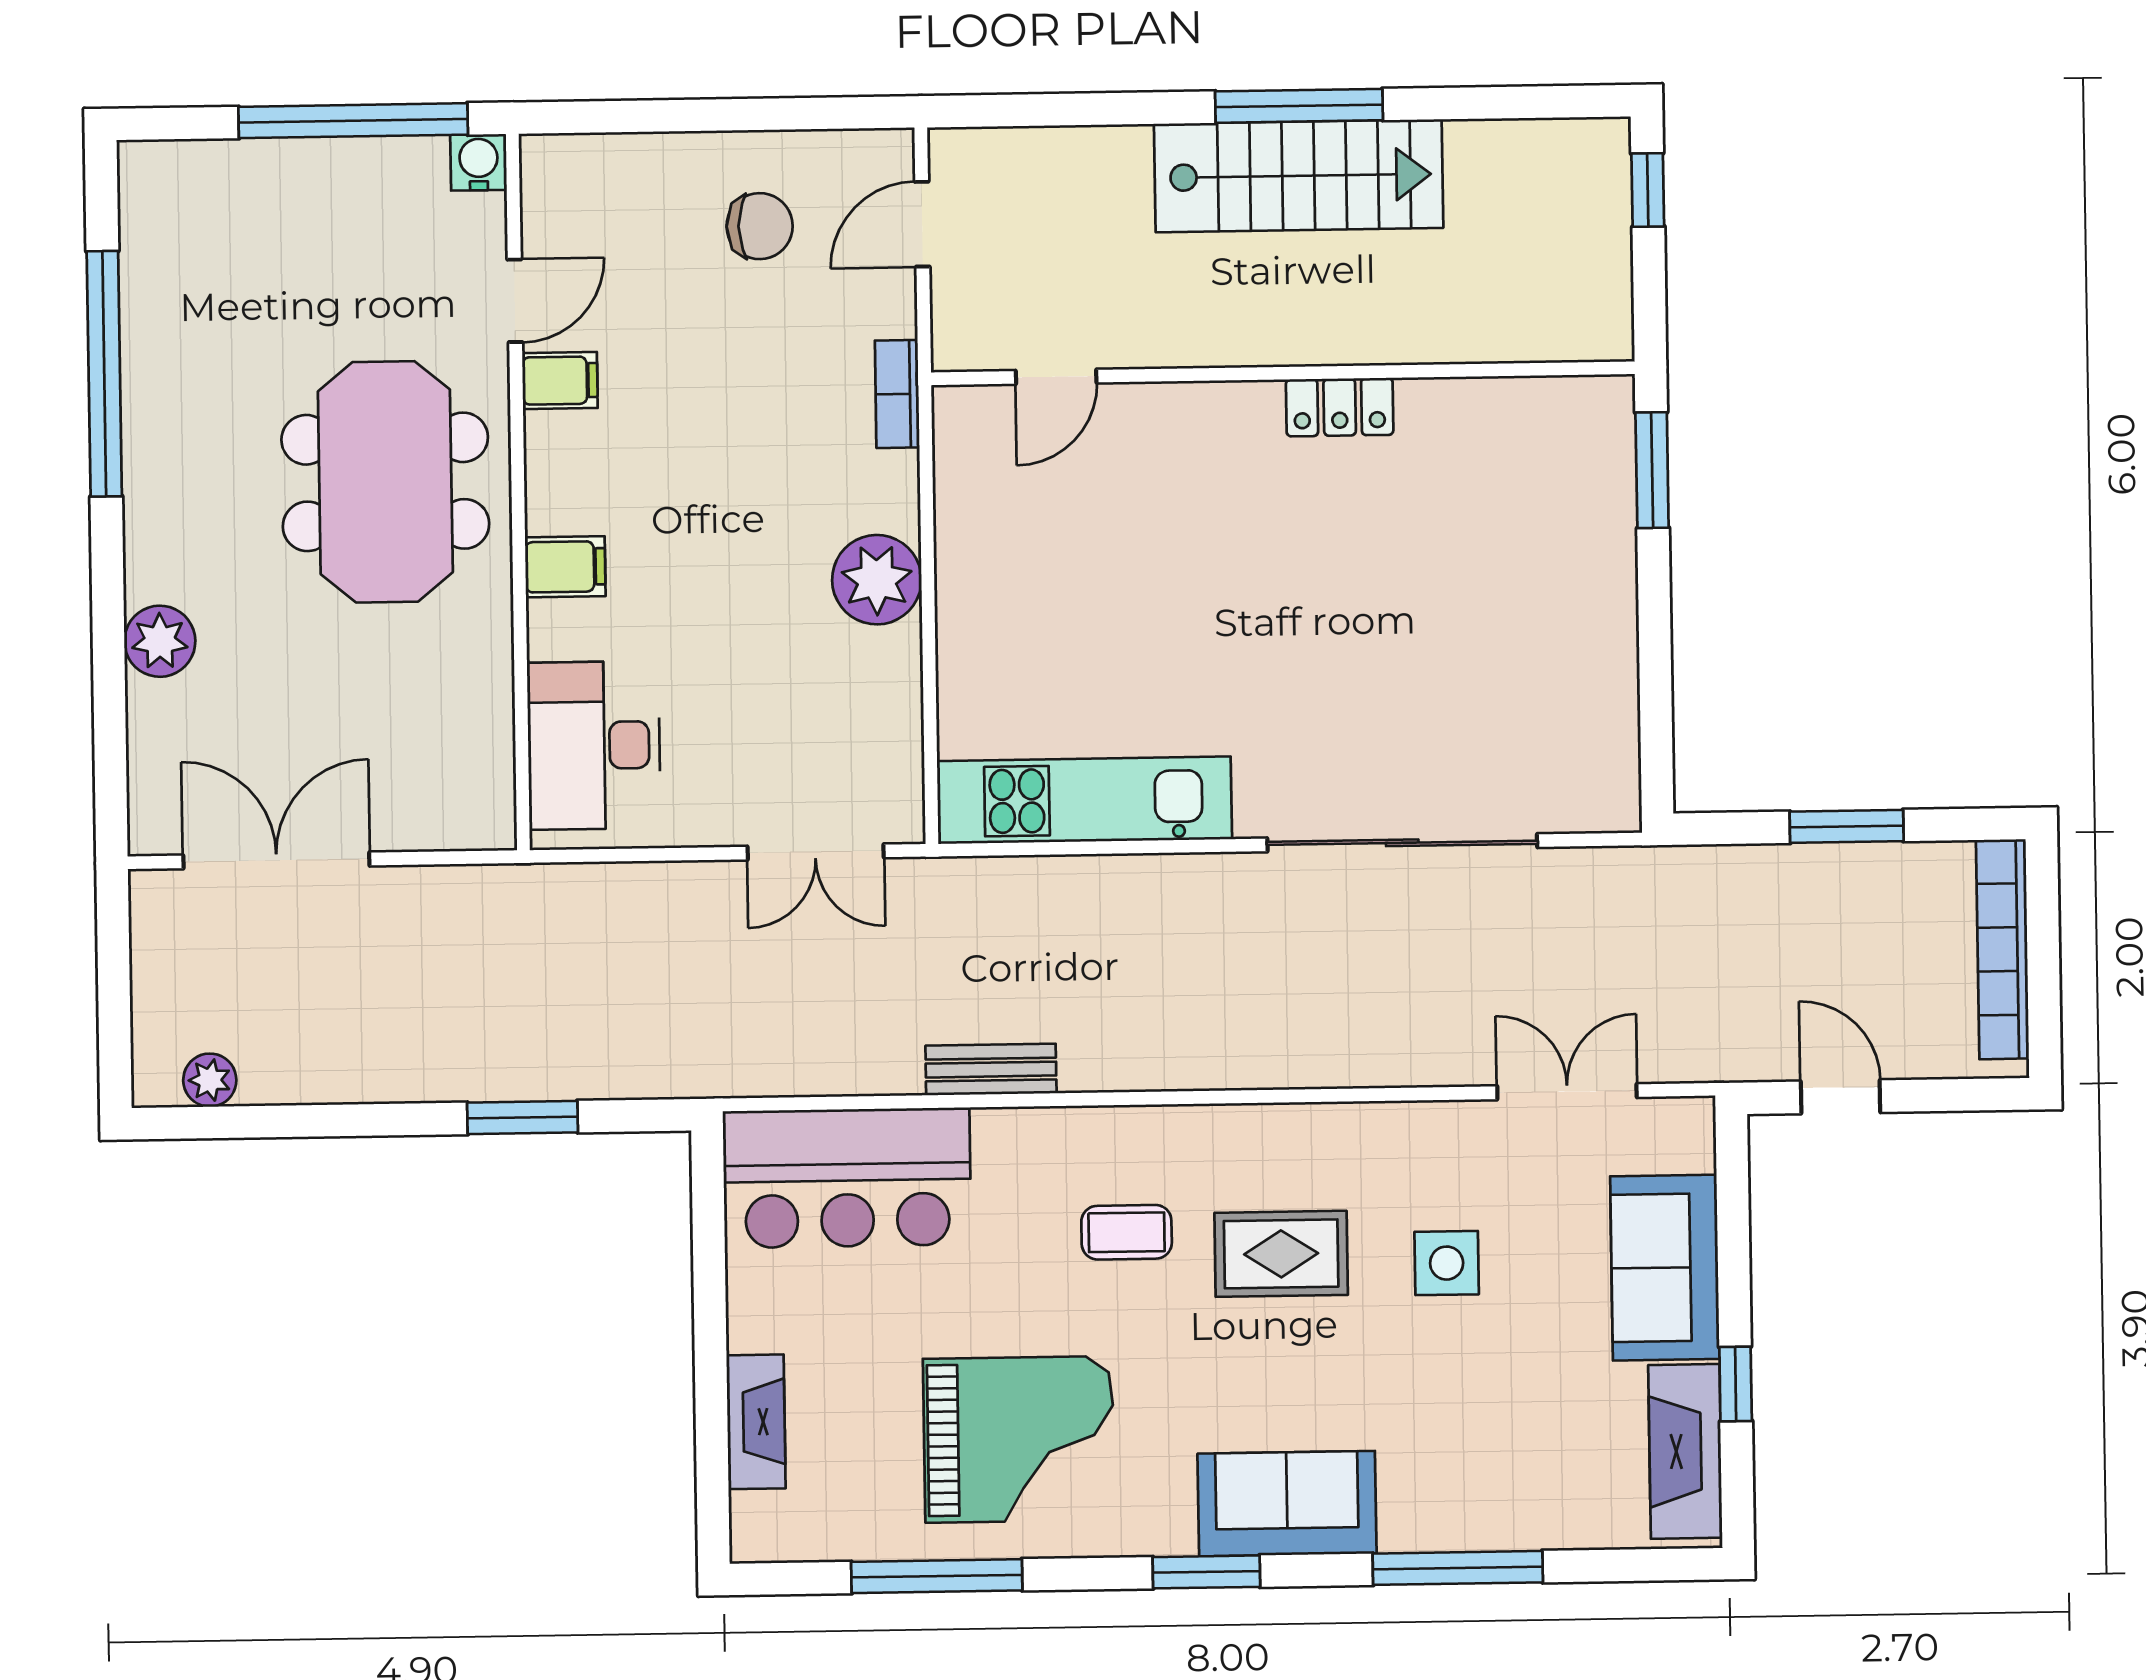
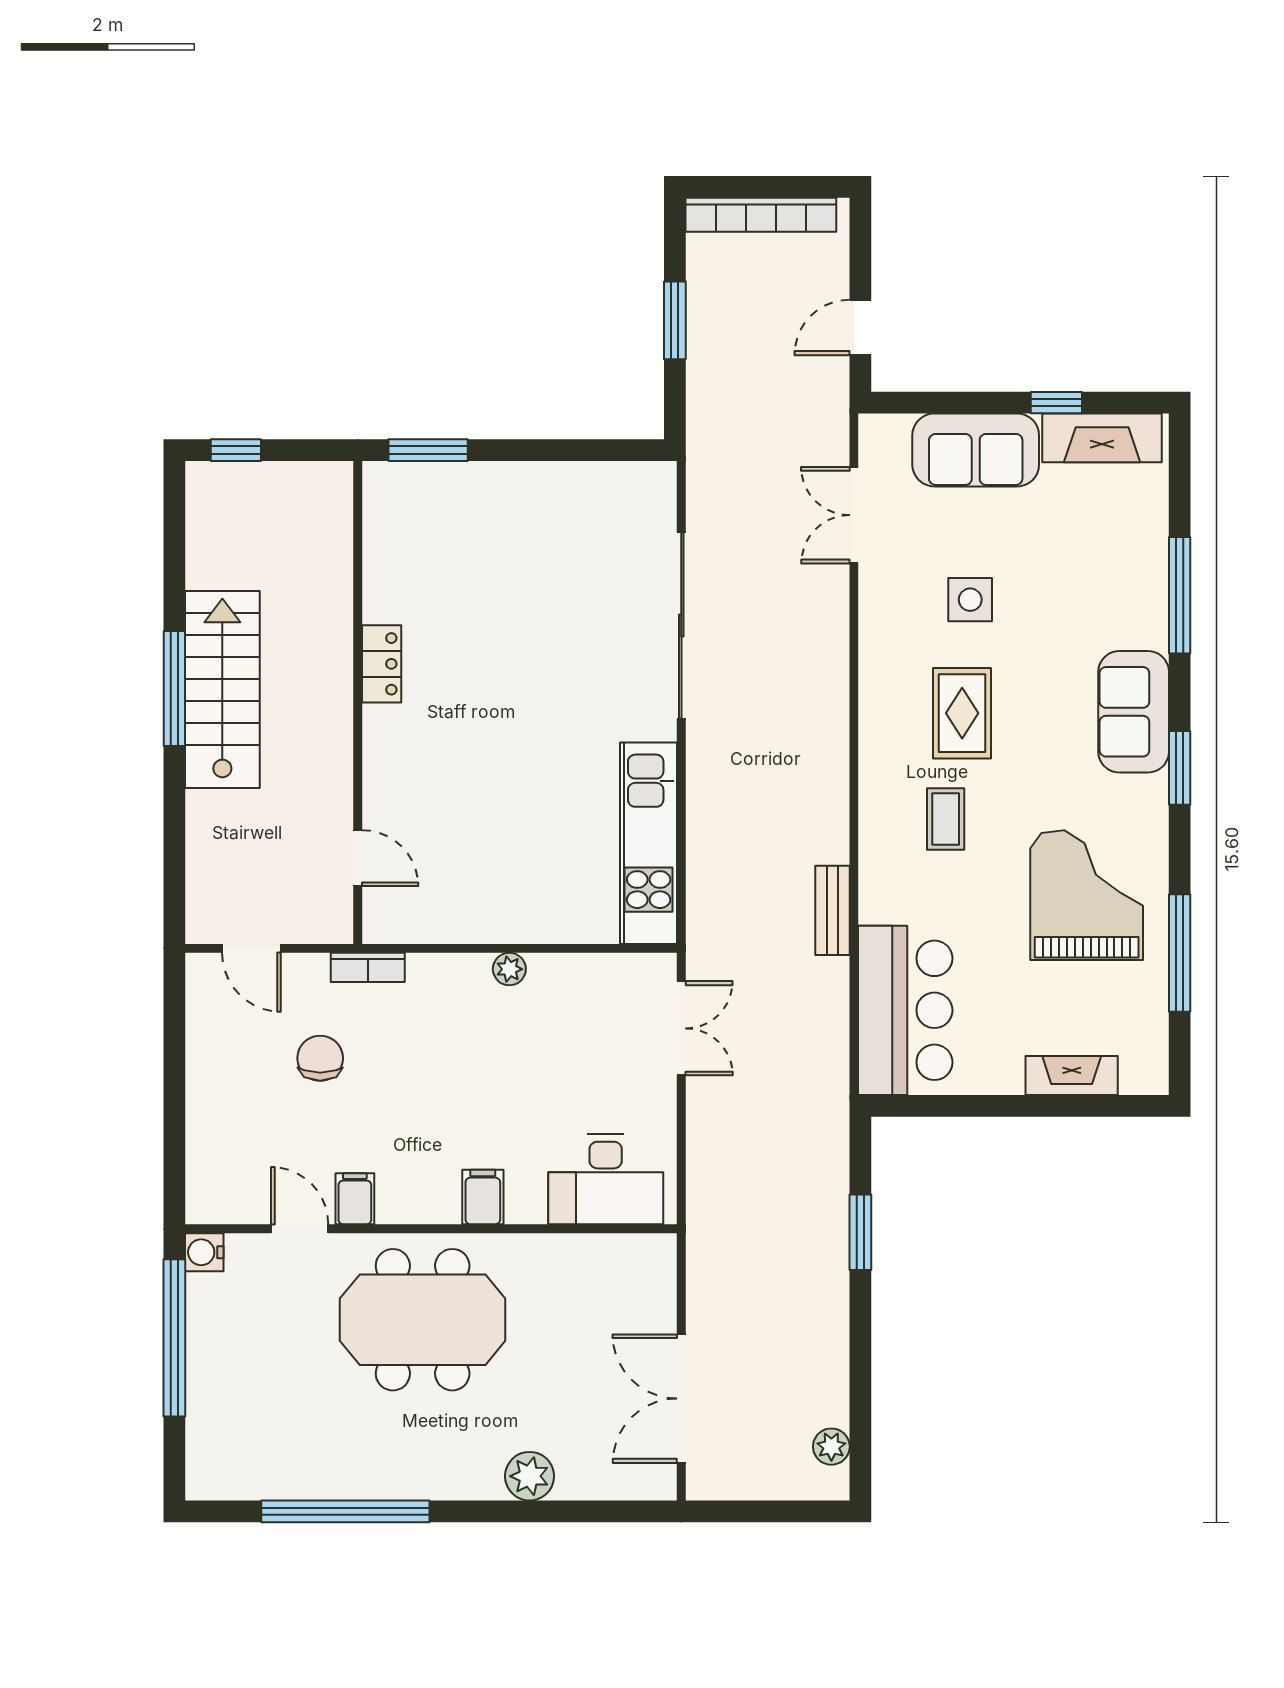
chair: (760, 226) -> (320, 1058), moved
plant: (877, 580) -> (509, 969), width x0.53, depth x0.53

